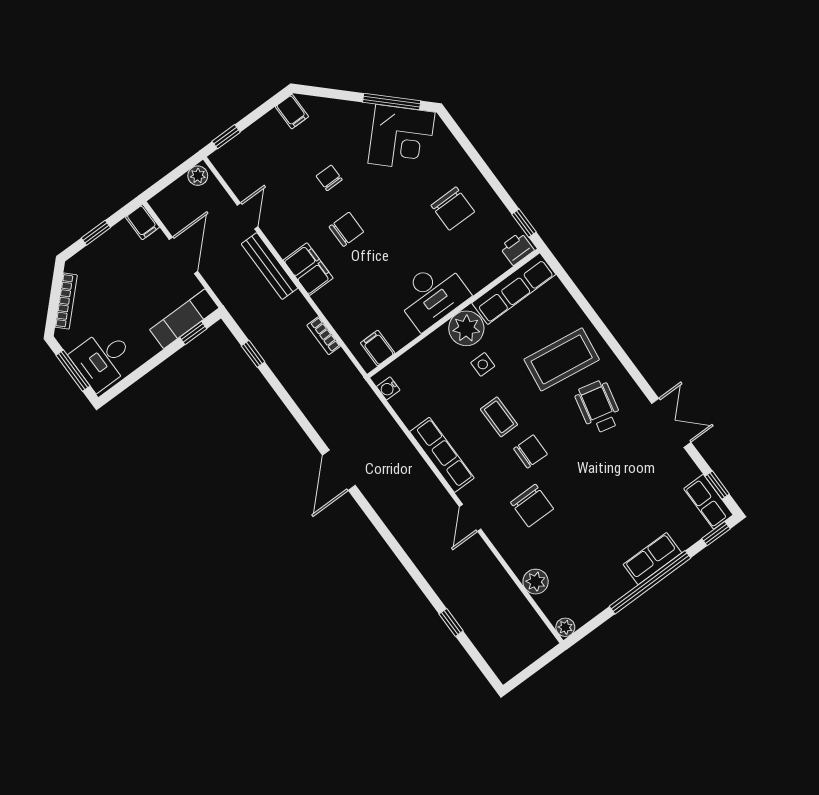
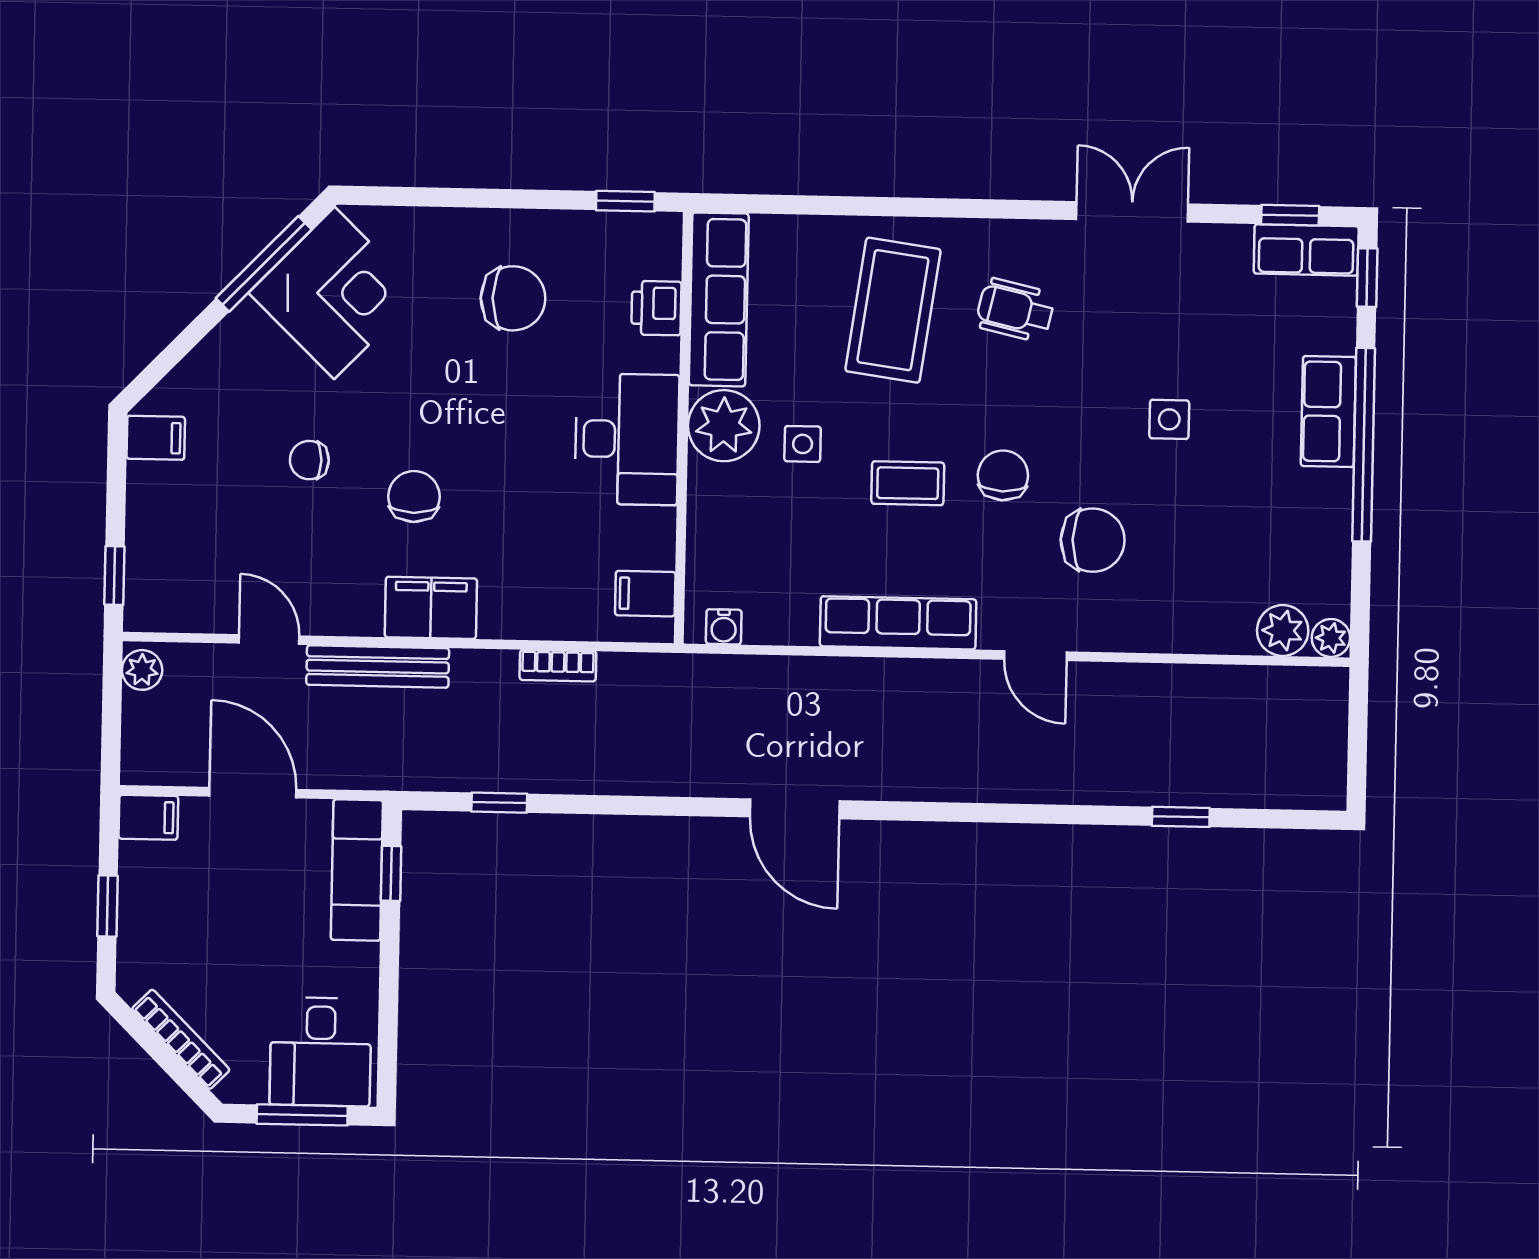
printer: (517, 249) -> (656, 308), moved
wheelchair: (598, 407) -> (1015, 310), width x0.73, depth x0.73
side table: (602, 499) -> (1169, 419), added
plant: (536, 582) -> (1283, 630), moved

